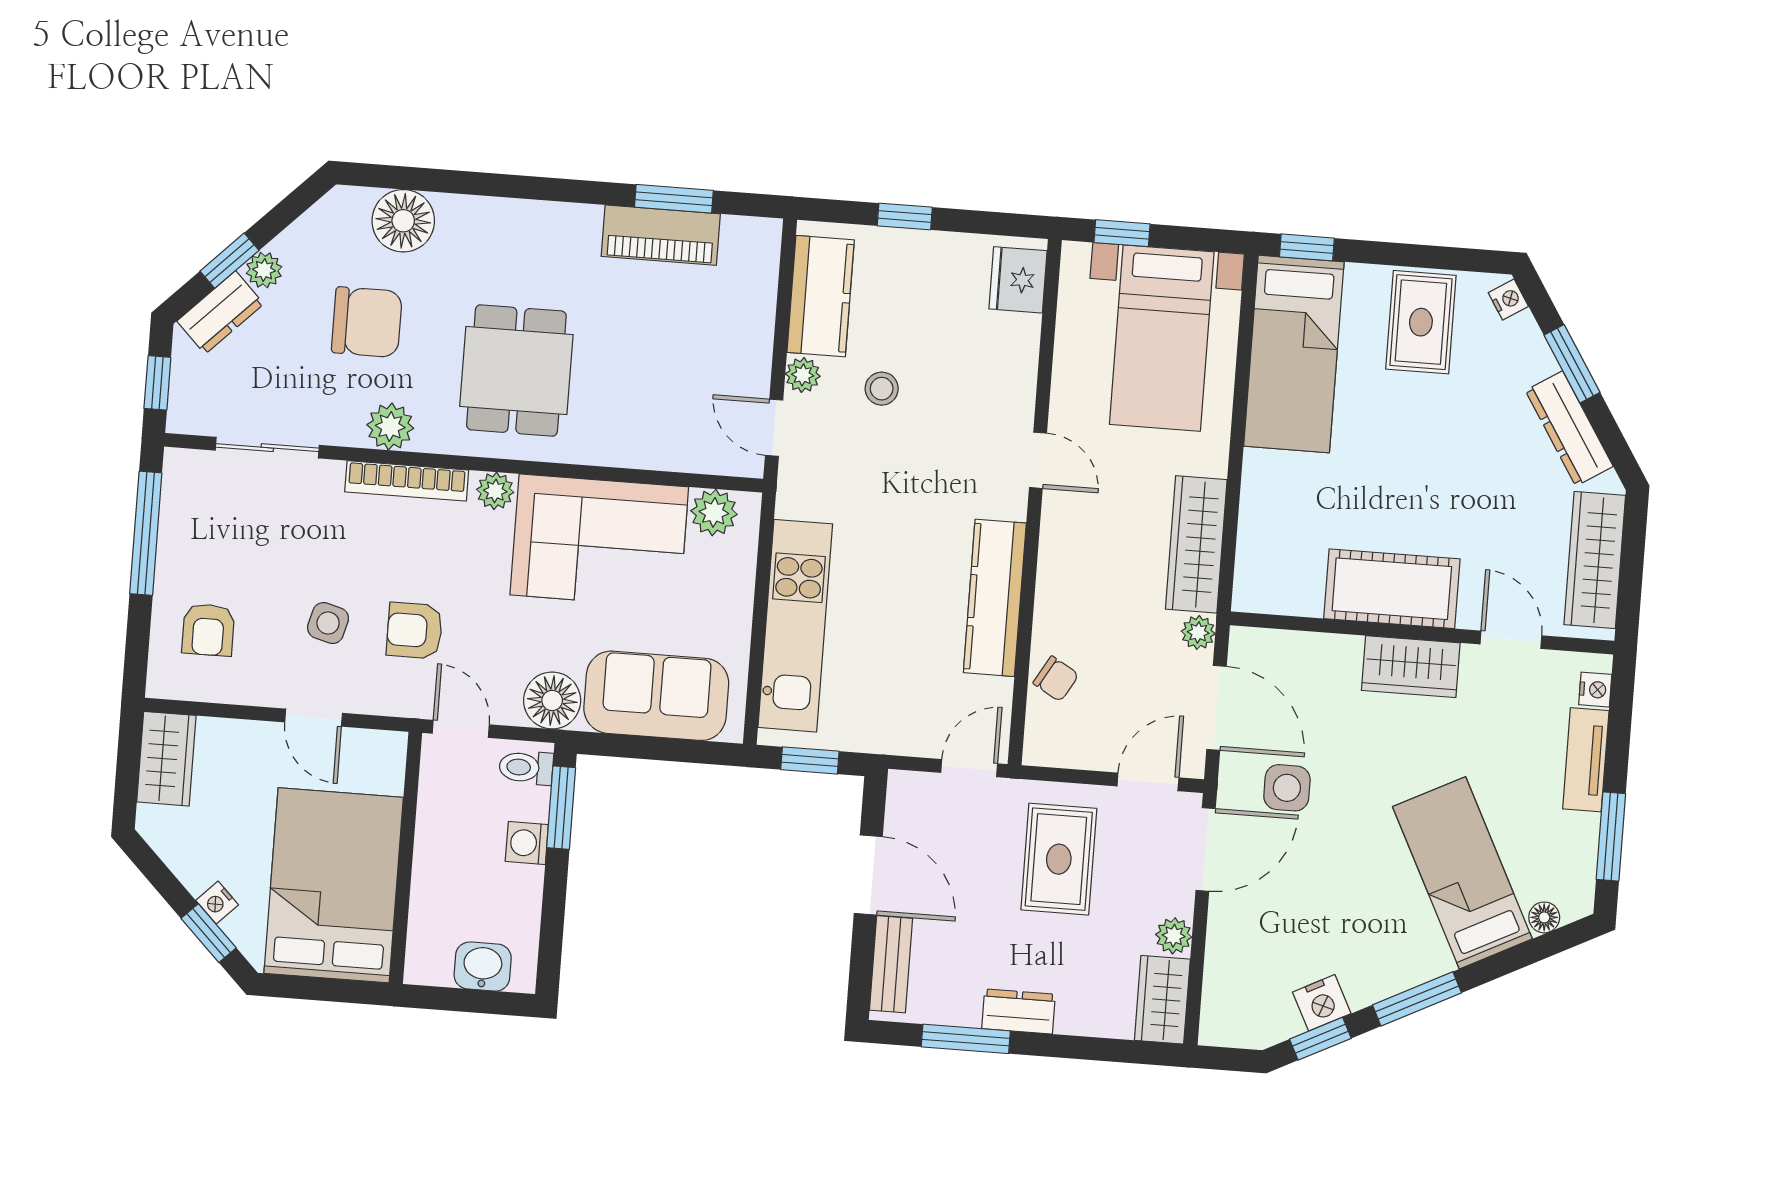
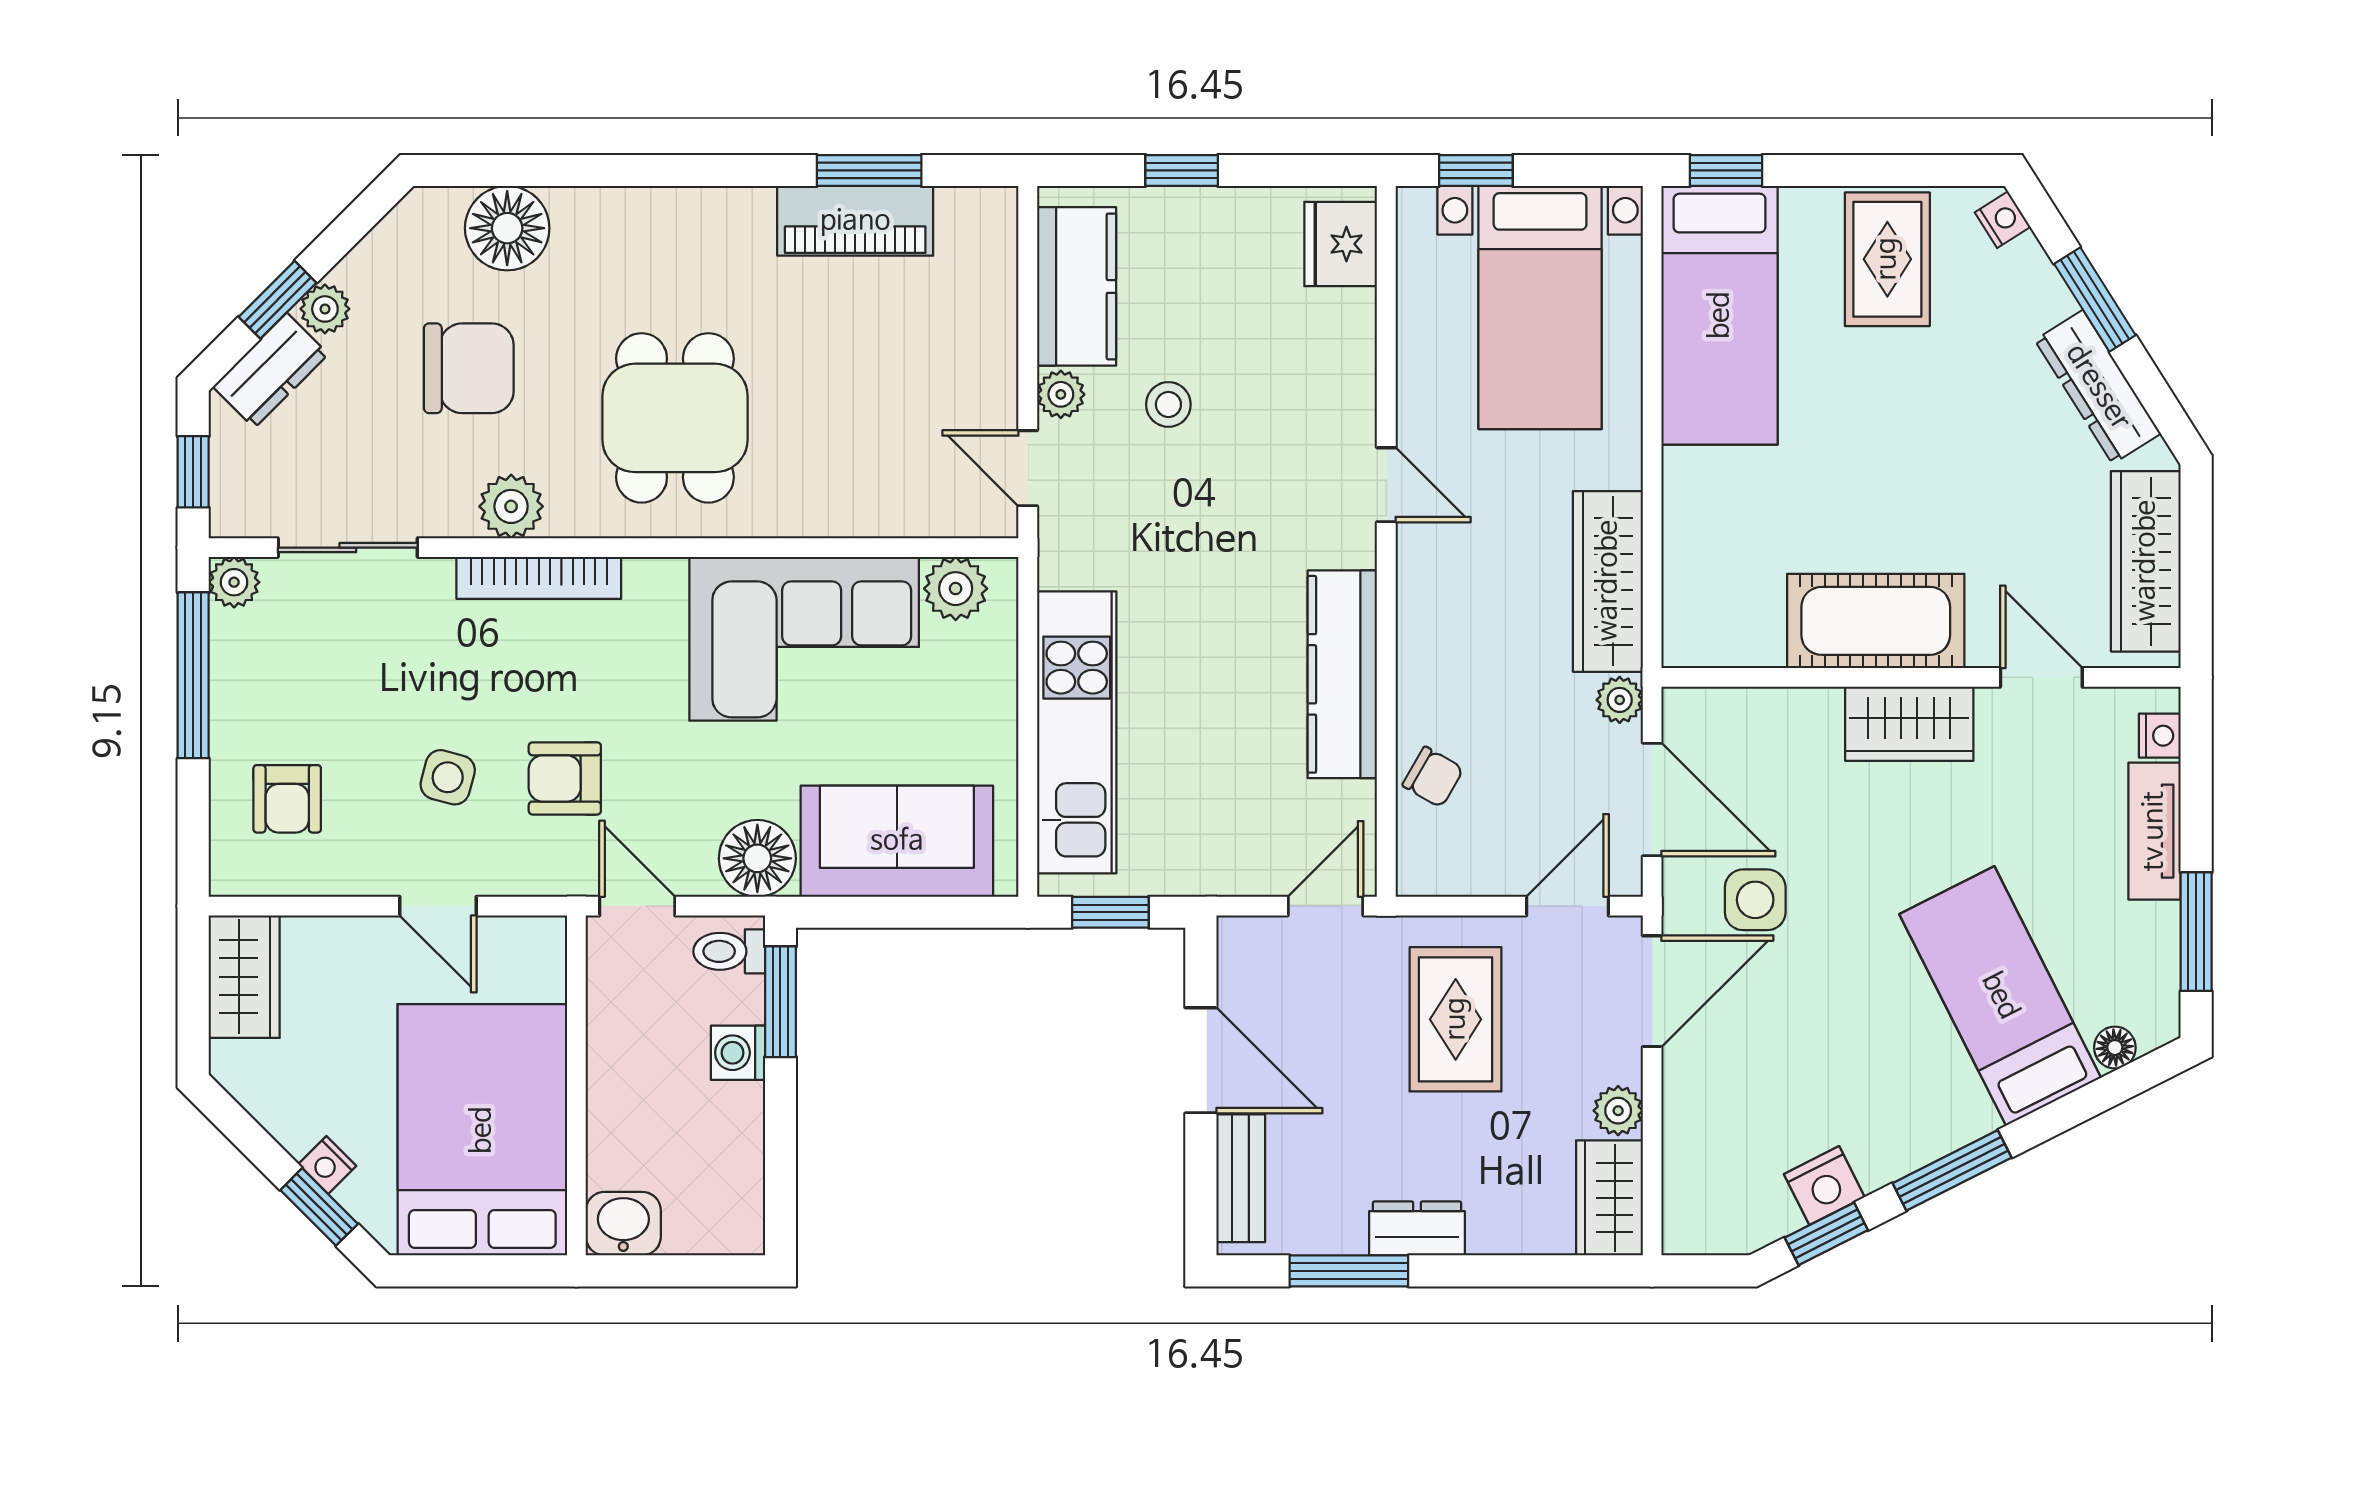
plant: (495, 491) -> (234, 582), moved
washbasin: (483, 967) -> (623, 1224), moved

